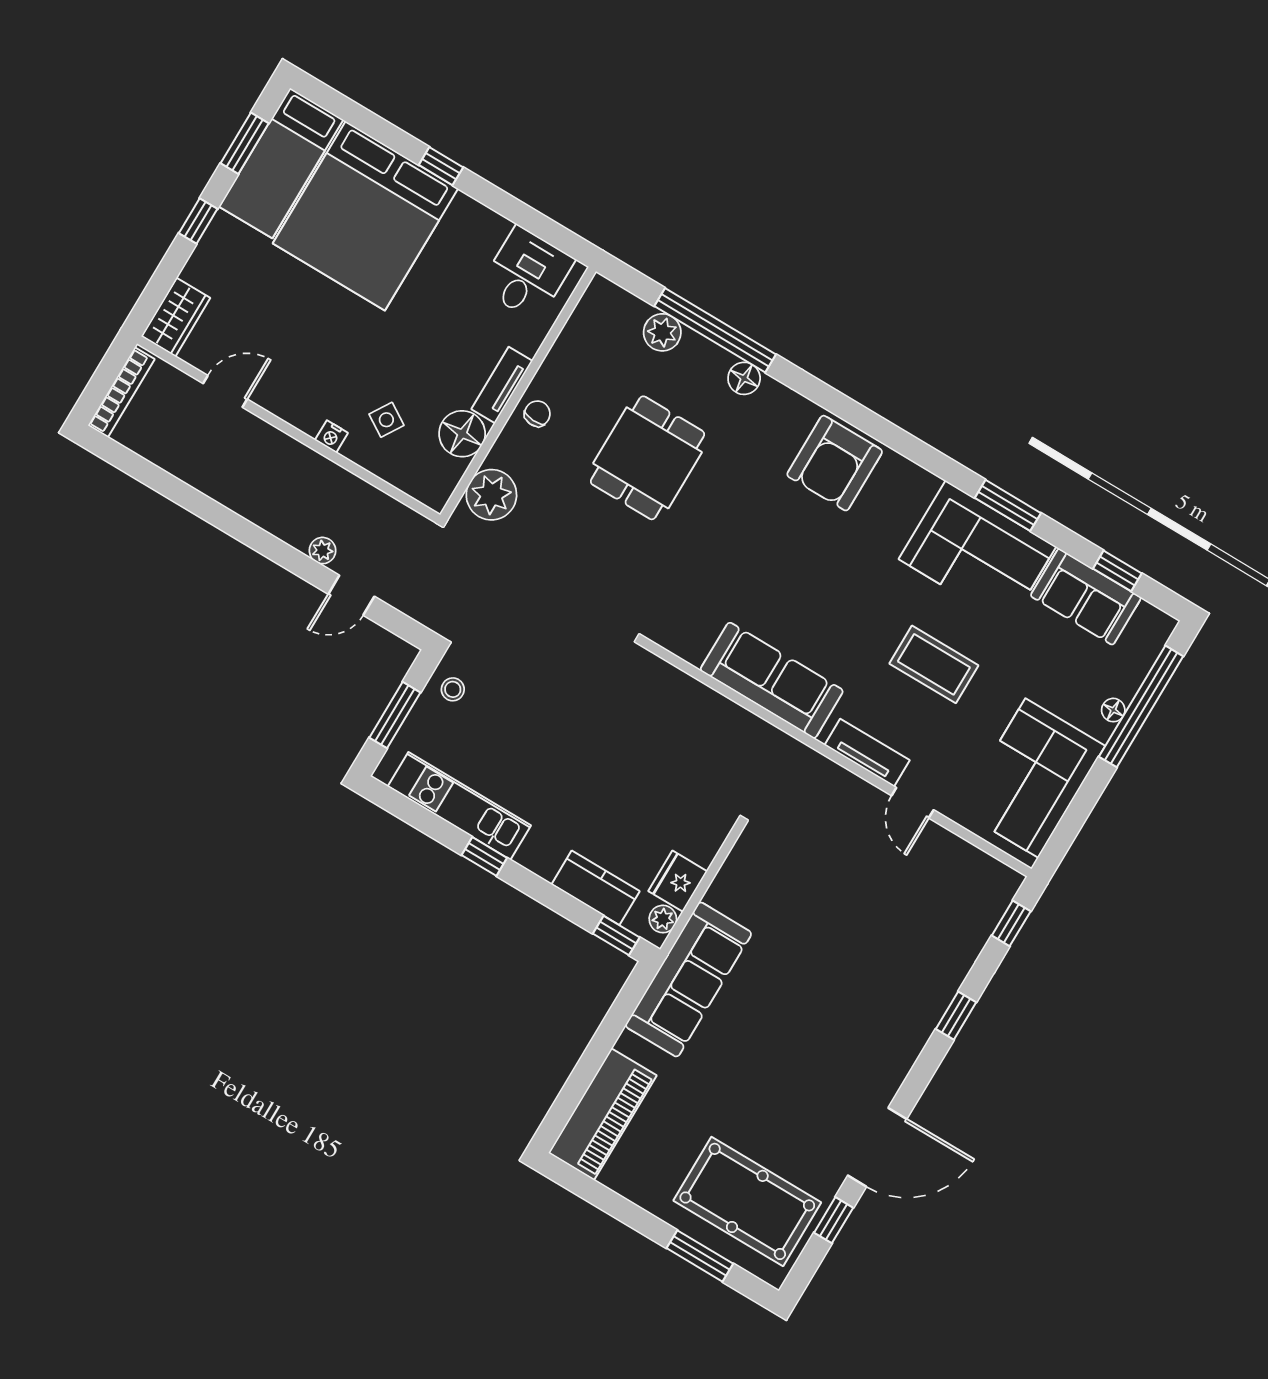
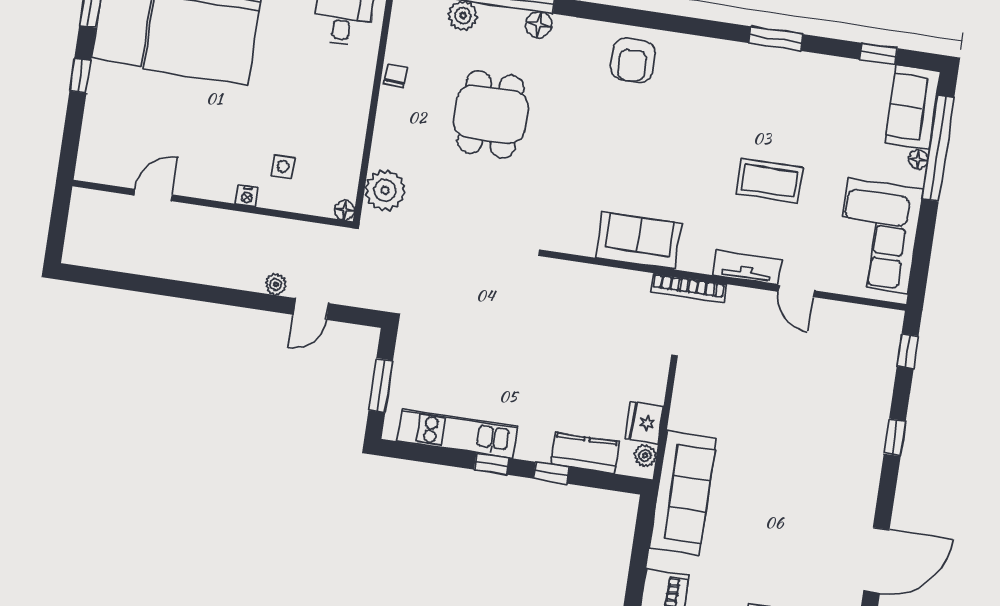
wardrobe: (176, 317) -> (93, 155), removed
tv unit: (502, 385) -> (359, 105), removed
bookcase: (121, 392) -> (688, 288), moved, turned 90
chair: (537, 414) -> (395, 76), moved
side table: (386, 420) -> (283, 166), turned -32
floor lamp: (462, 434) -> (345, 210), moved, width x0.53, depth x0.53
armchair: (835, 463) -> (633, 60), width x0.73, depth x0.73
corner sofa: (977, 553) -> (768, 84), removed
sofa: (1086, 597) -> (913, 107), moved, turned 90
sofa: (772, 680) -> (639, 241), width x0.73
stool: (453, 689) -> (416, 348), removed
window: (616, 935) -> (551, 473), moved

